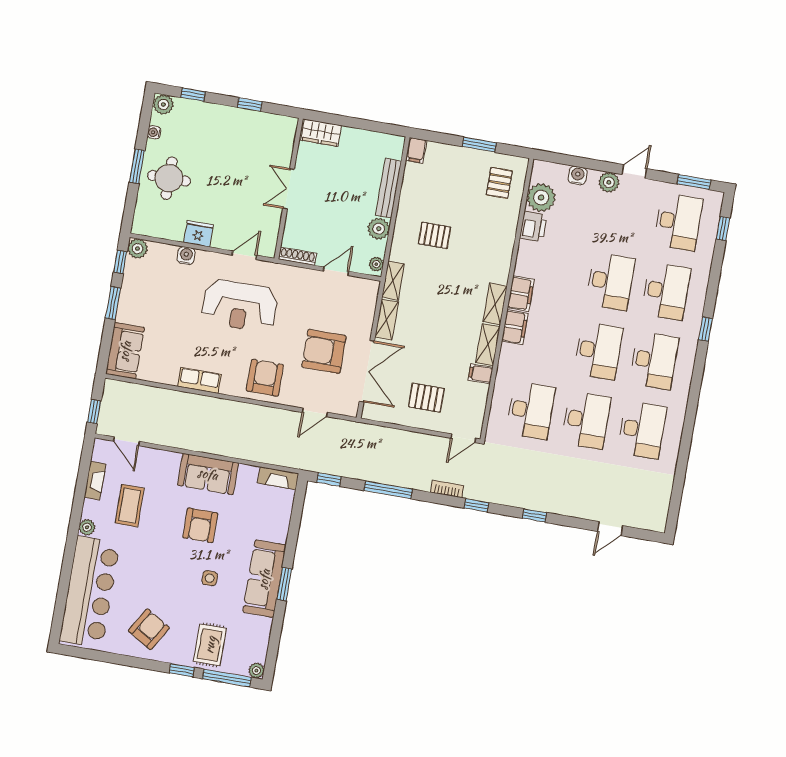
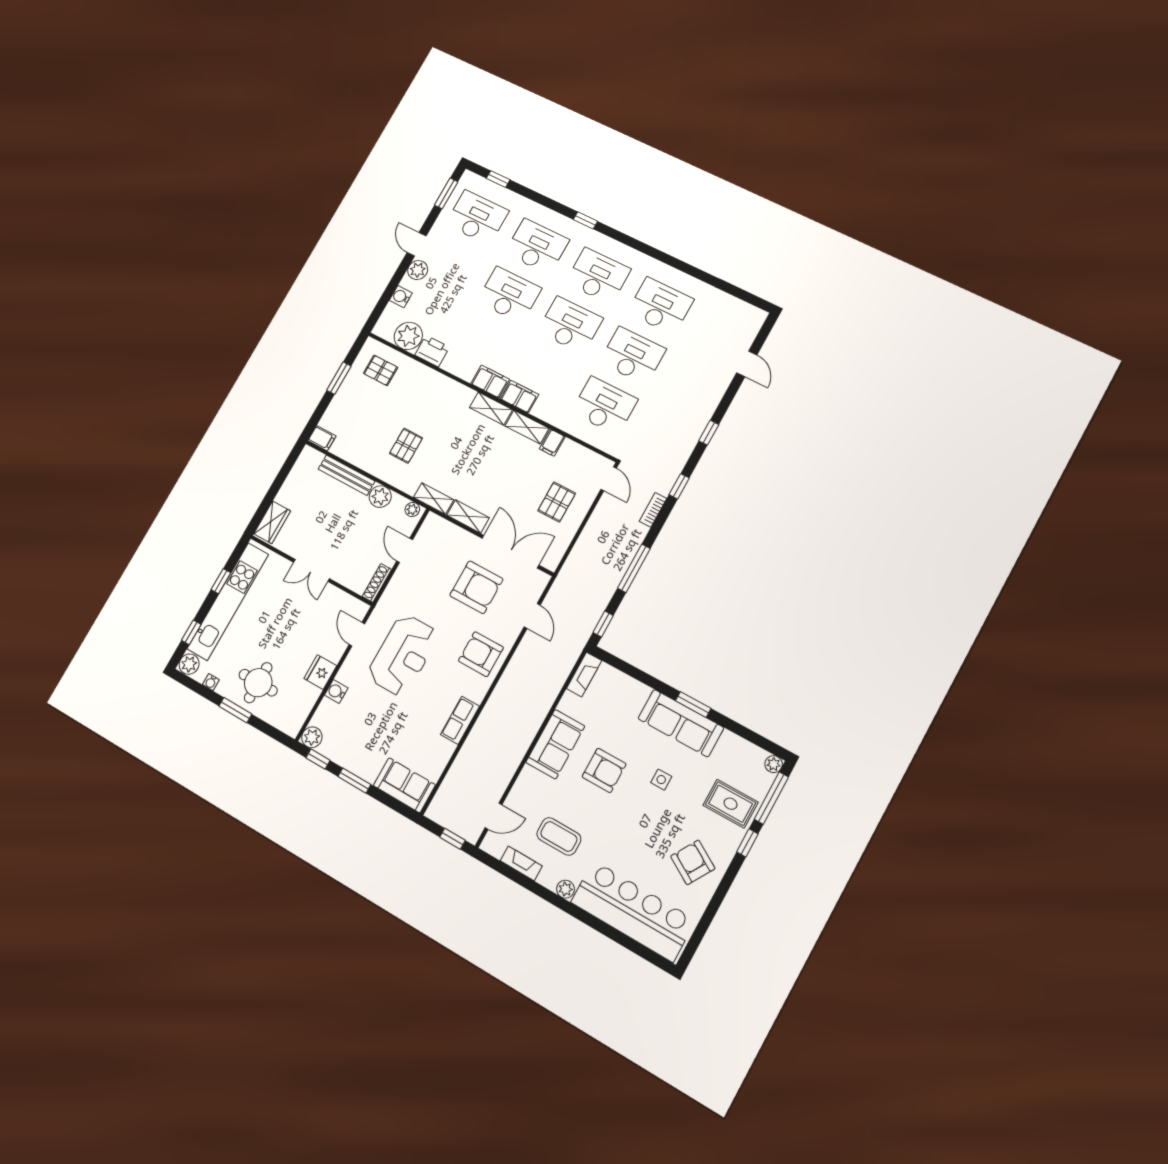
kitchen unit: (233, 119) -> (228, 602), added
armchair: (324, 351) -> (476, 587), turned -90

